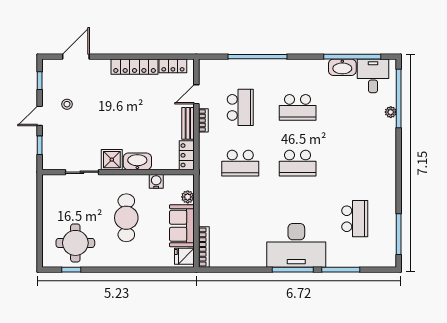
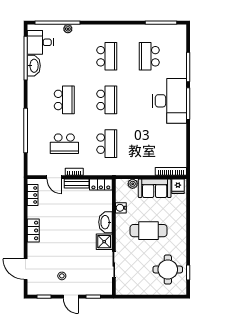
locker: (135, 67) -> (33, 230), width x0.66
school desk: (240, 107) -> (64, 144), turned 180
school desk: (355, 163) -> (107, 56), added
school desk: (355, 219) -> (149, 56), turned -90

